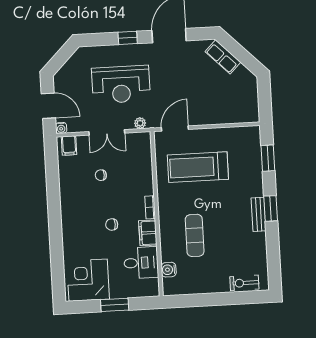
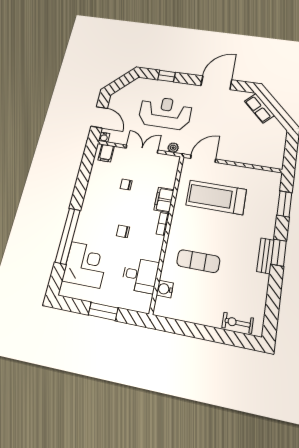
window: (128, 38) -> (167, 76), moved
reception desk: (121, 84) -> (165, 113), turned 180
double door: (107, 132) -> (142, 149), swing flipped
filing cabinet: (148, 233) -> (164, 200), moved
exercise mat: (195, 235) -> (198, 261), turned 90
window: (56, 243) -> (68, 236), added
corner desk: (88, 280) -> (86, 265), moved, turned 90

